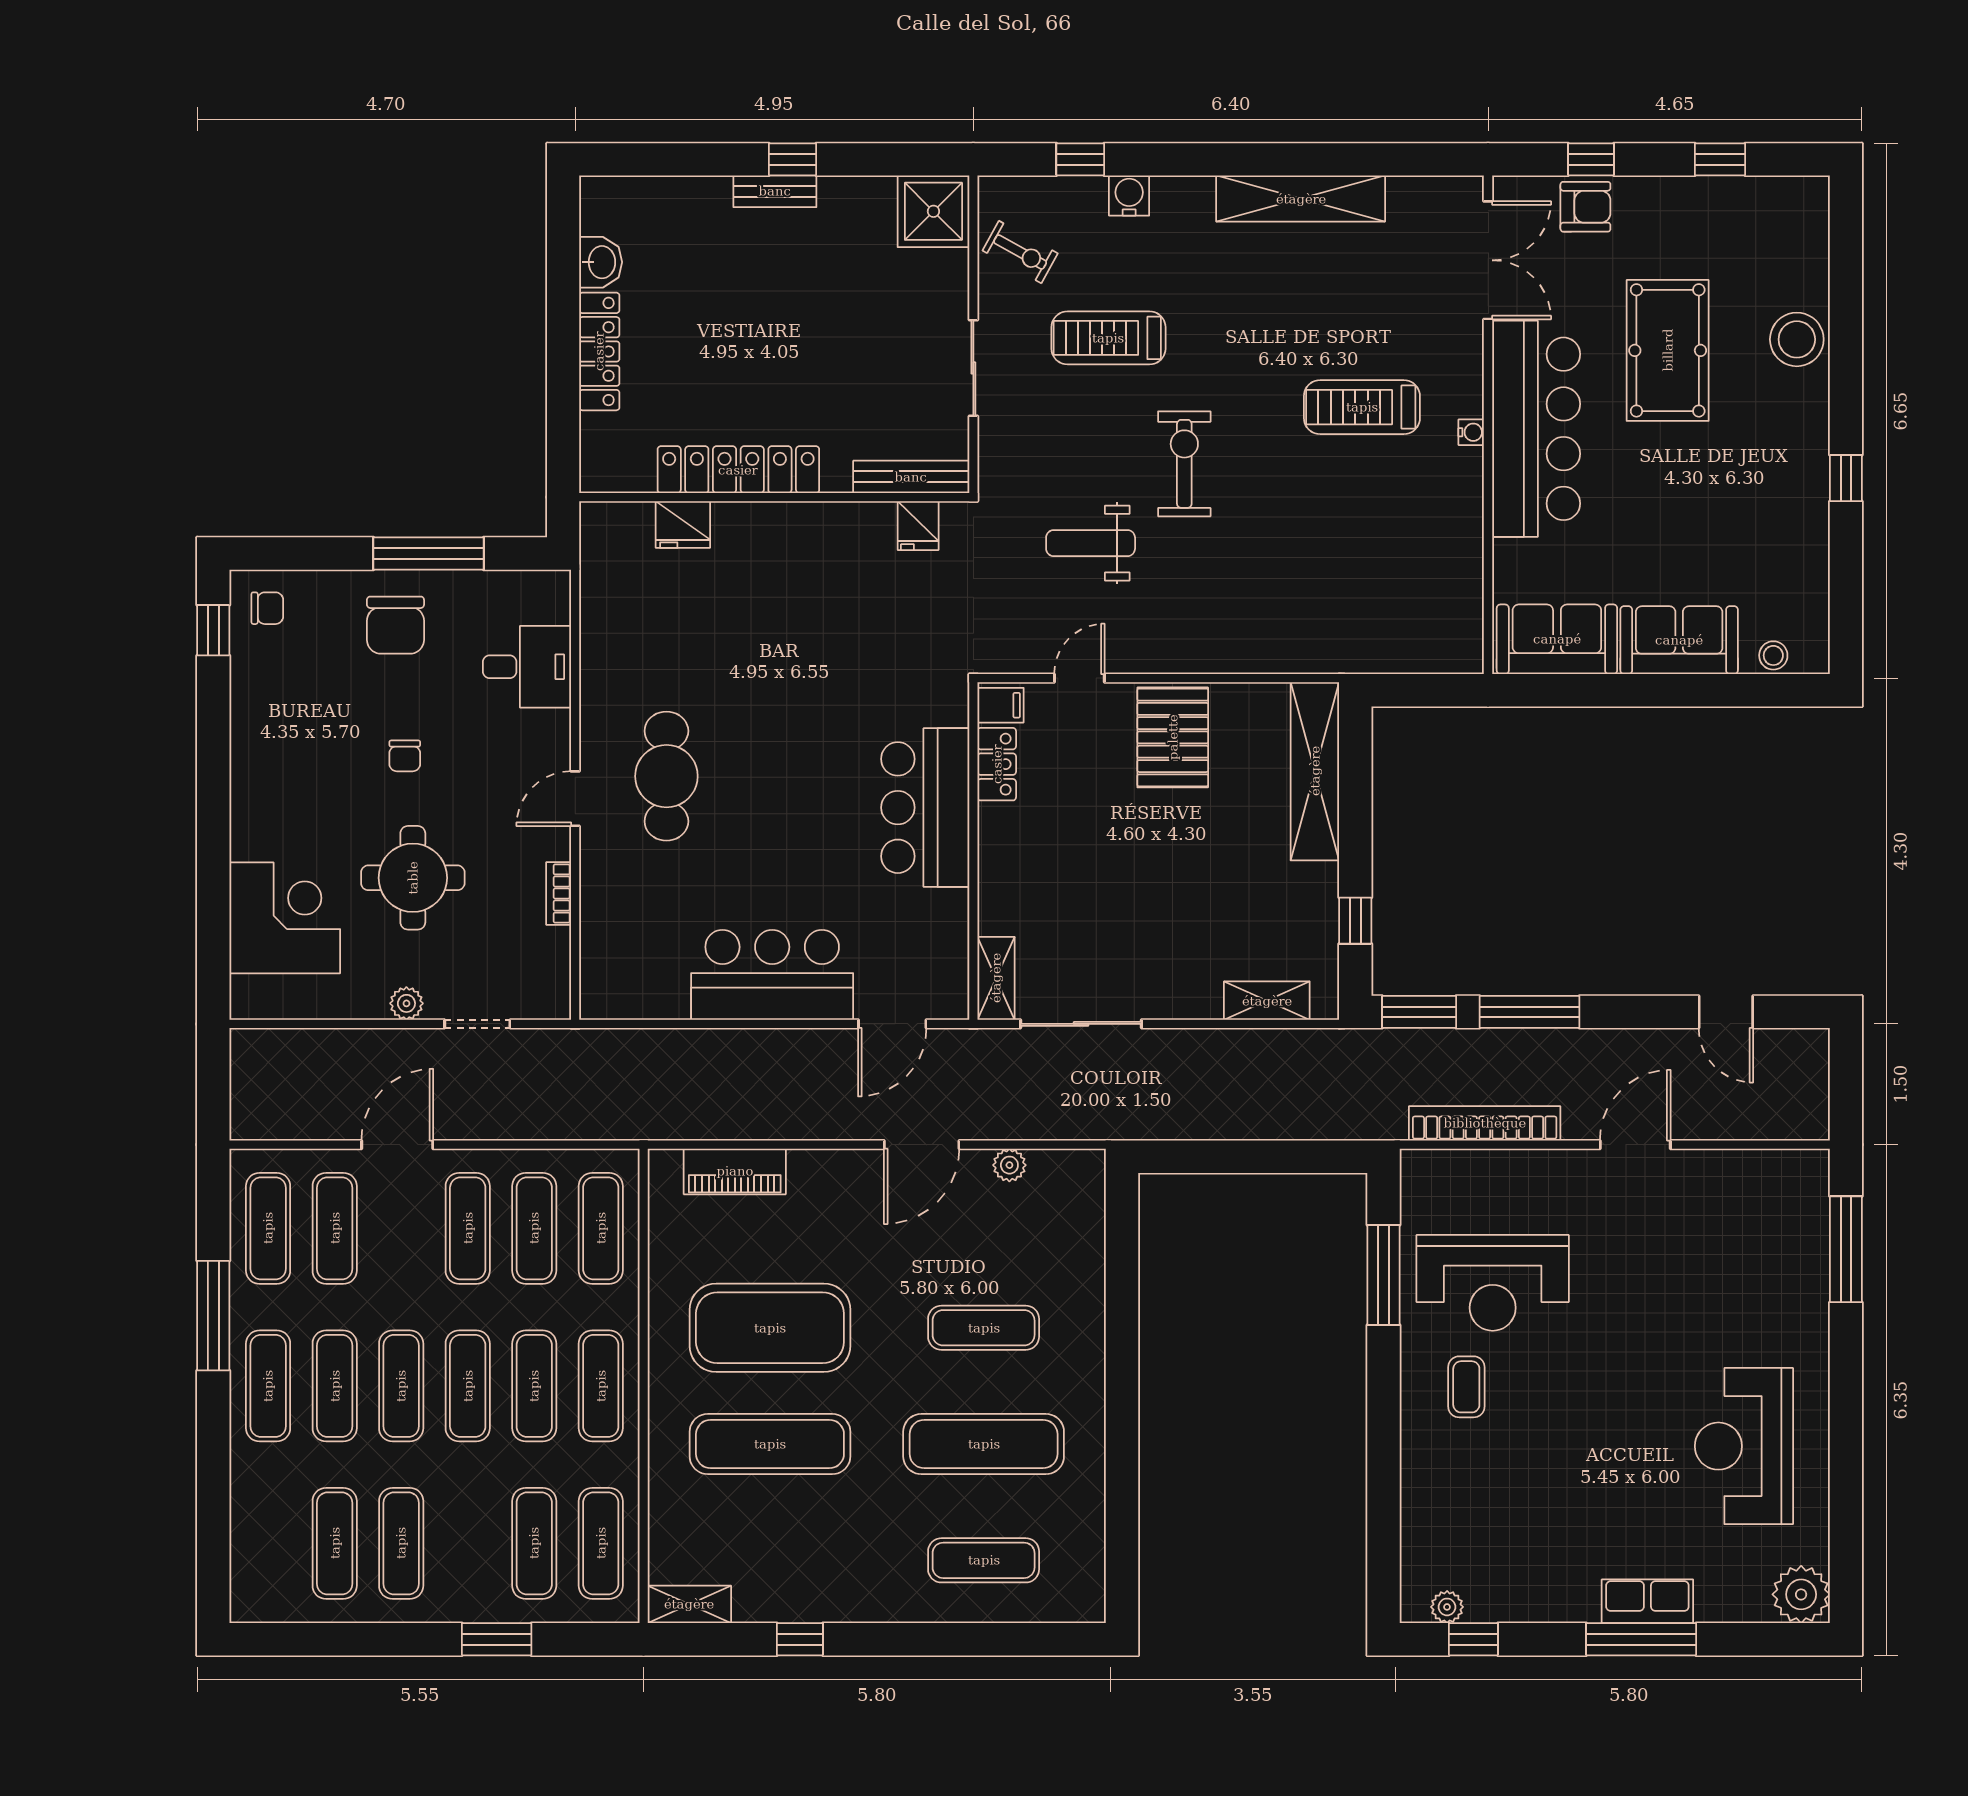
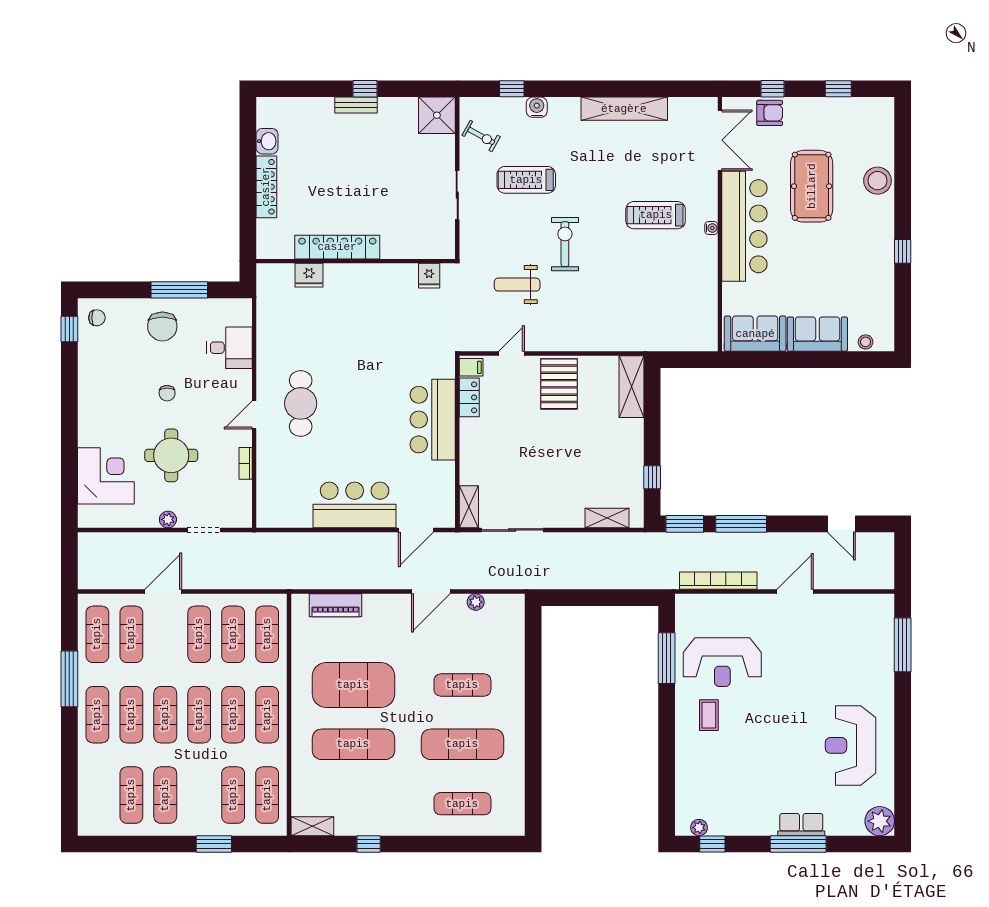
bench: (911, 477) -> (426, 251), removed
shelving: (1315, 771) -> (632, 387), width x0.68

